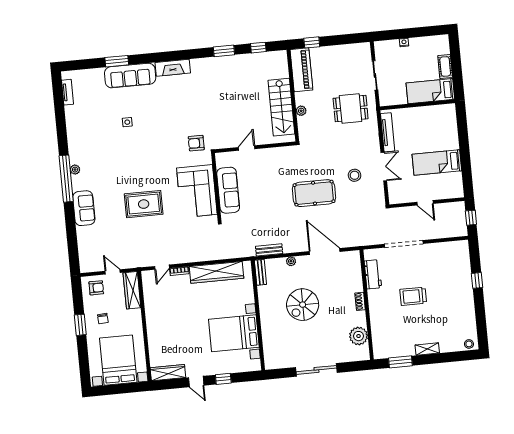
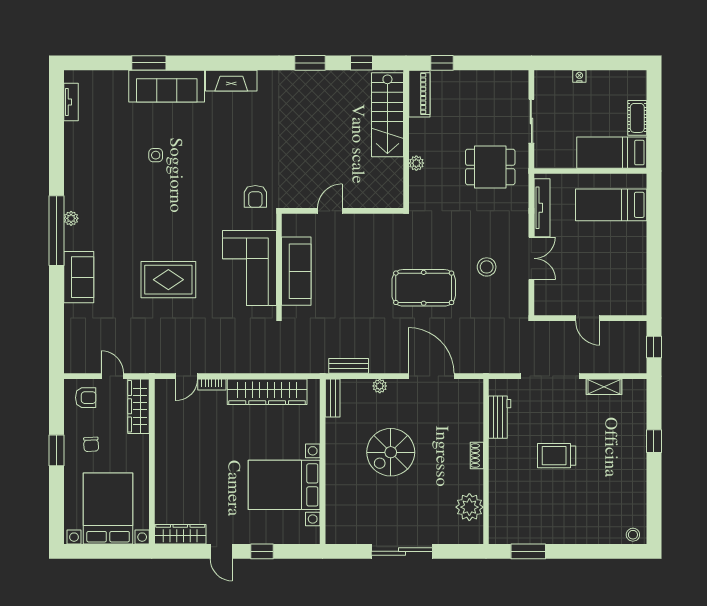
piano: (301, 70) -> (419, 94), width x0.73, depth x0.75
stairs: (281, 107) -> (387, 115), moved
armchair: (196, 143) -> (255, 196), turned -90
bed: (437, 163) -> (611, 205), moved
shelving: (427, 349) -> (604, 387), moved

